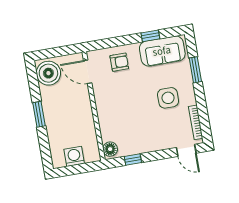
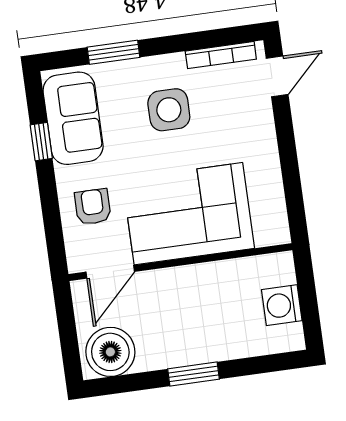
corner sofa: (117, 109) -> (188, 214), added
floor lamp: (110, 149) -> (269, 231), removed
window: (133, 160) -> (292, 186), removed

